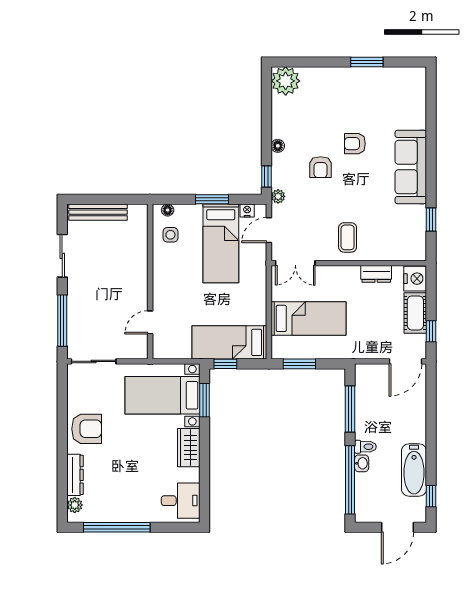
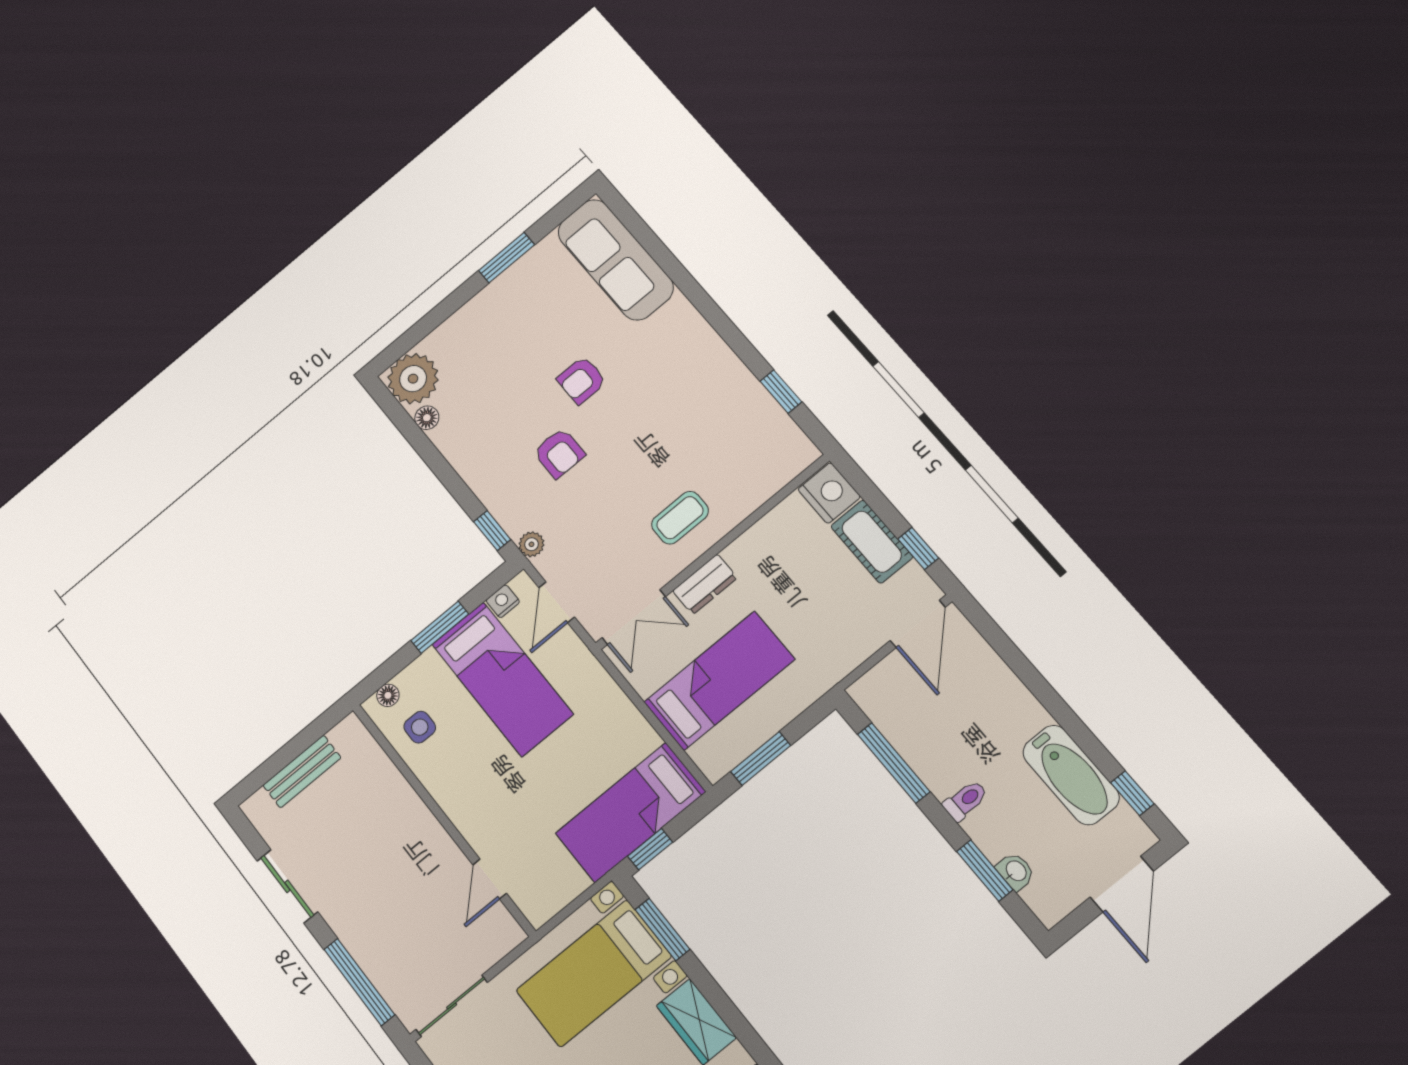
floor lamp: (278, 146) -> (427, 418), moved
sofa: (411, 167) -> (615, 260), moved
bench: (98, 212) -> (302, 772), width x0.73
coffee table: (348, 237) -> (680, 518), turned 90
dresser: (376, 274) -> (705, 584), moved
washbasin: (362, 463) -> (1016, 871), moved
window: (350, 480) -> (985, 871), width x0.47

